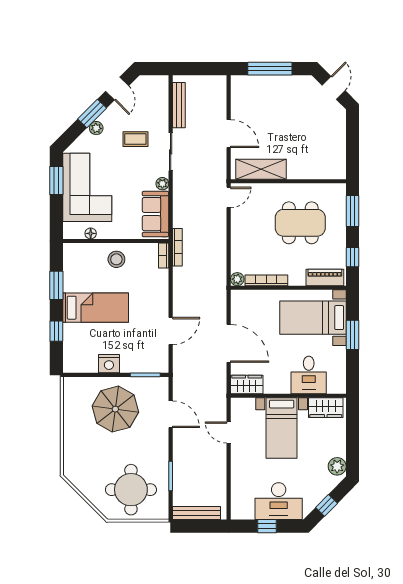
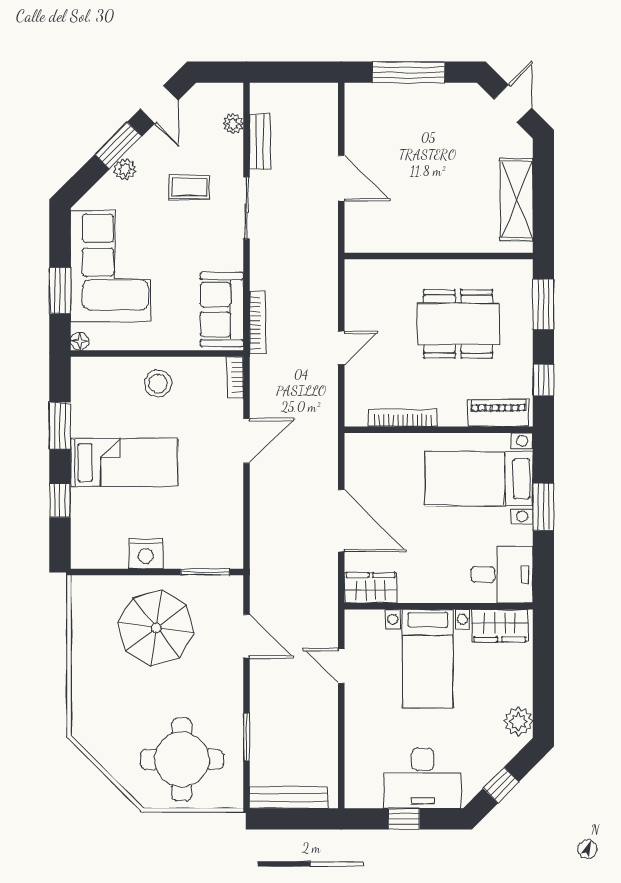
bench: (179, 105) -> (260, 142), width x0.73
shelving: (261, 169) -> (516, 199), moved, turned 90
window: (56, 180) -> (60, 290), moved
plant: (162, 184) -> (233, 124), moved
door: (229, 197) -> (341, 348), moved
floor lamp: (91, 233) -> (80, 341), moved
bookcase: (177, 247) -> (258, 322), moved
plant: (237, 279) -> (355, 416), removed
door: (171, 331) -> (246, 441), moved
desk: (309, 375) -> (502, 574), moved, turned -90

